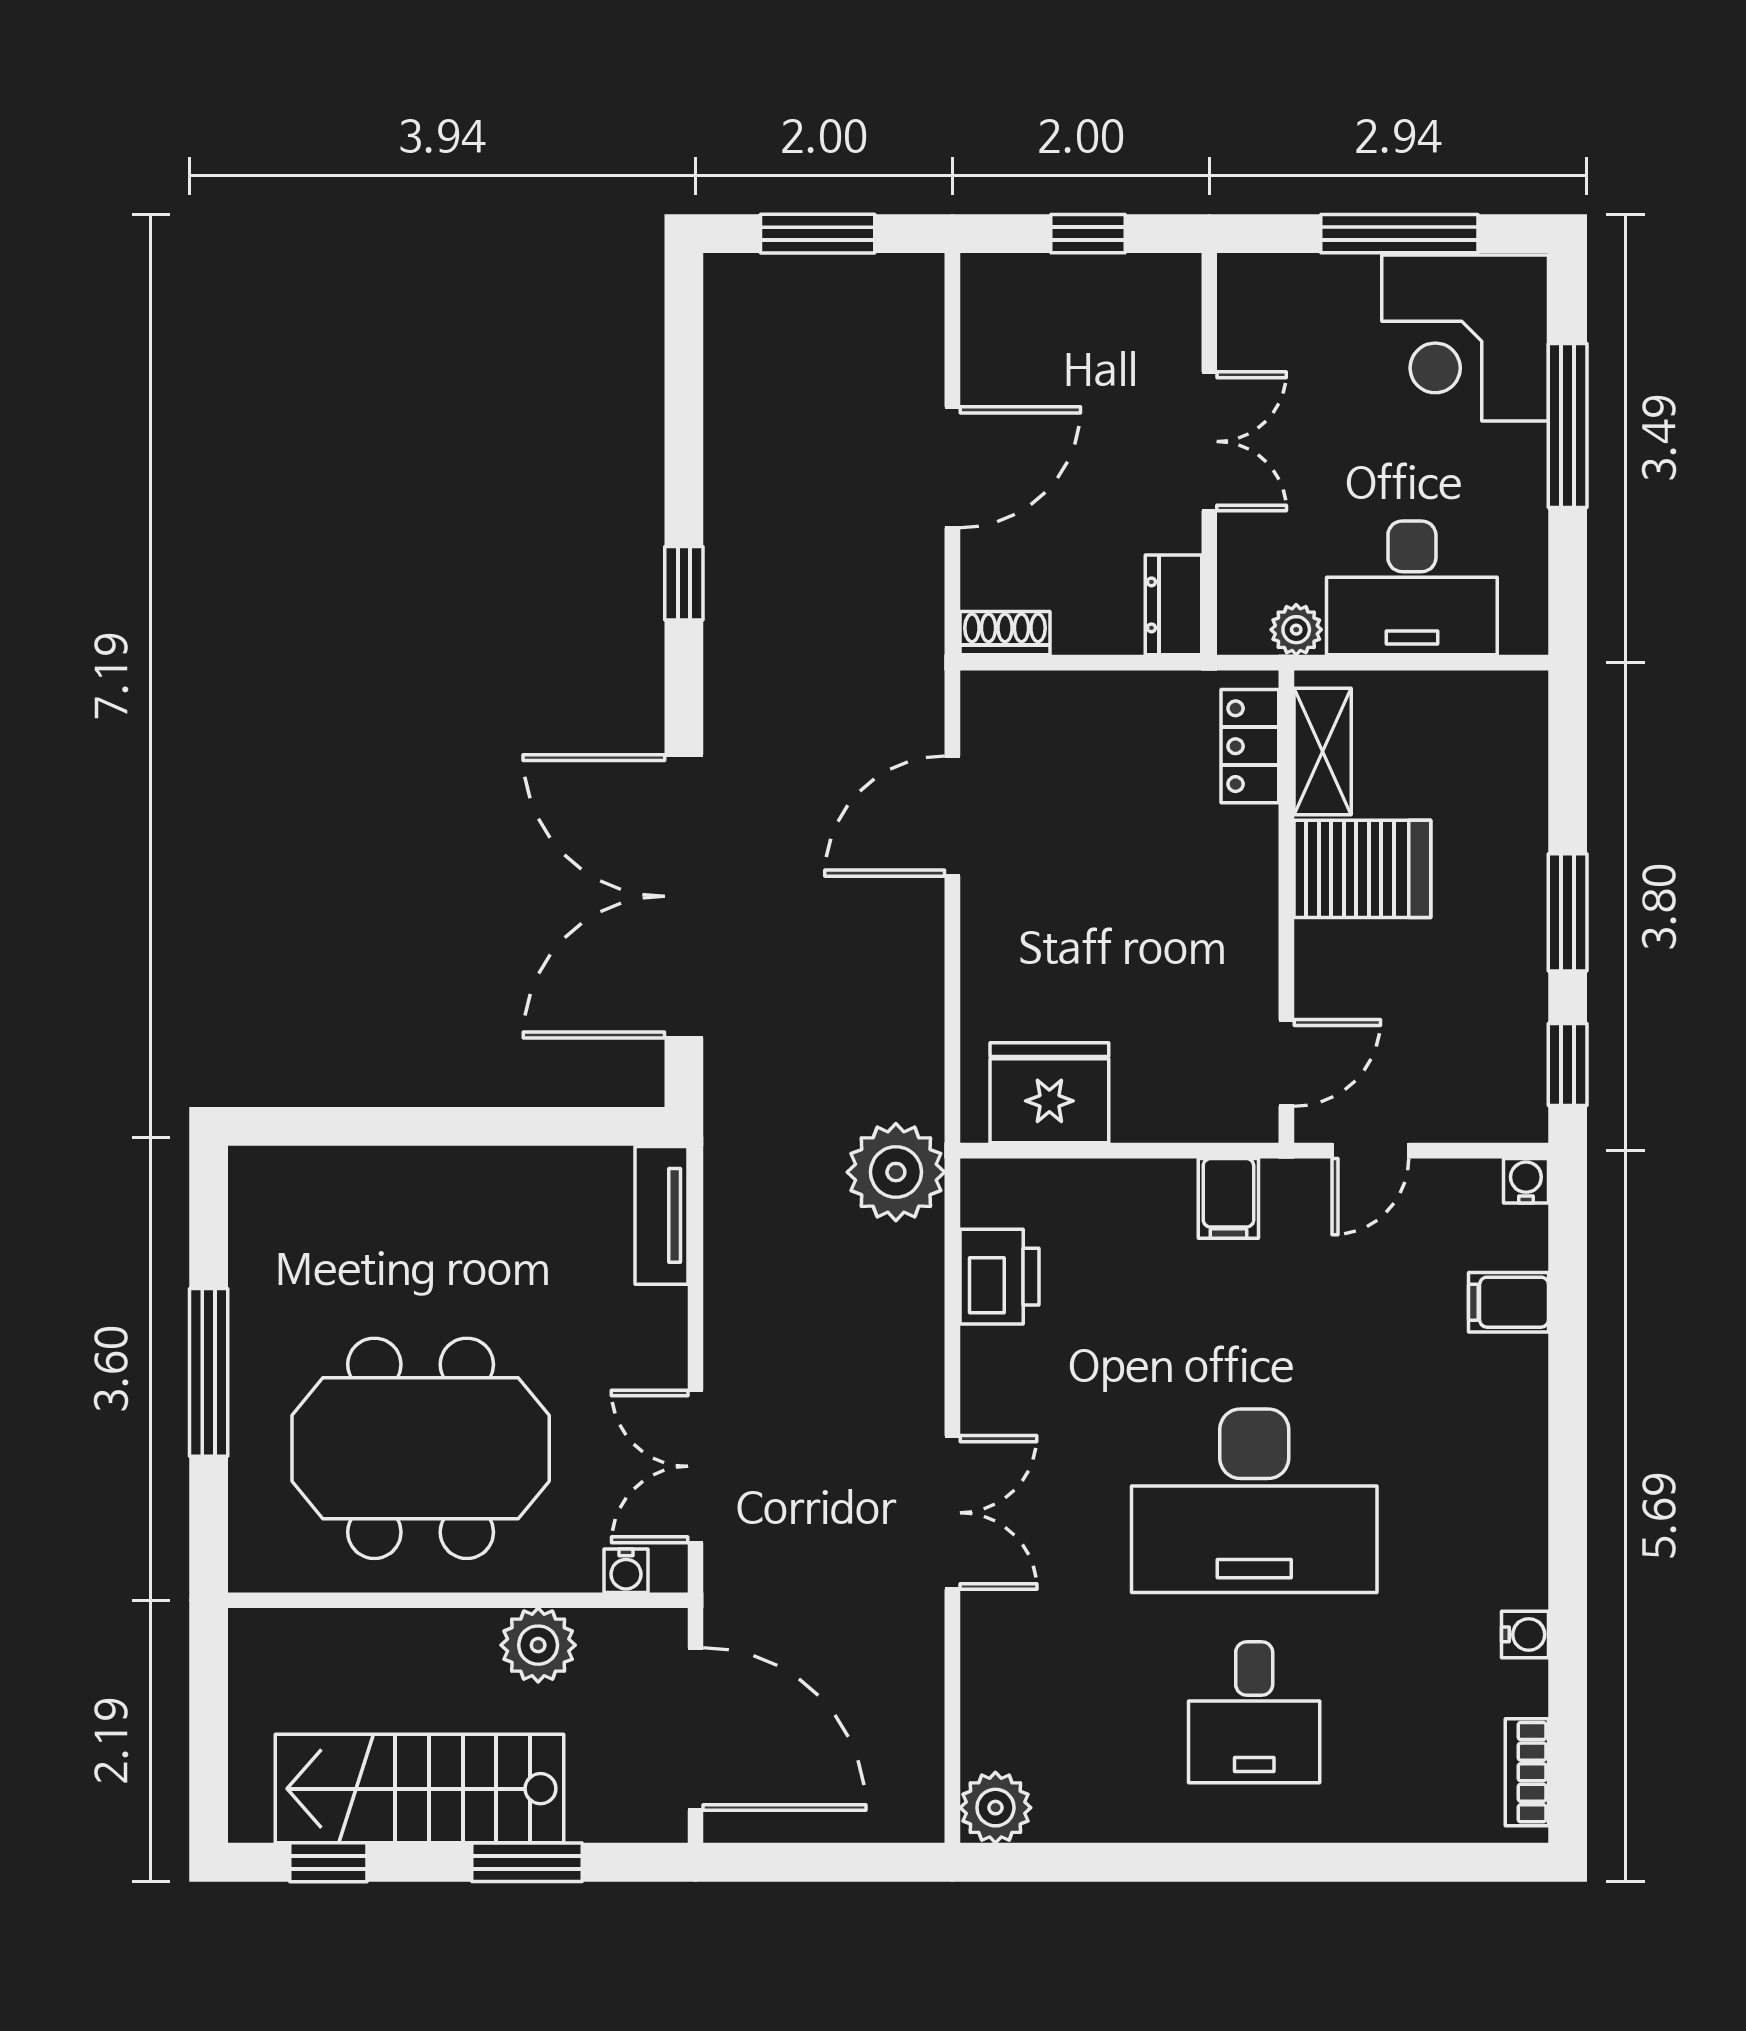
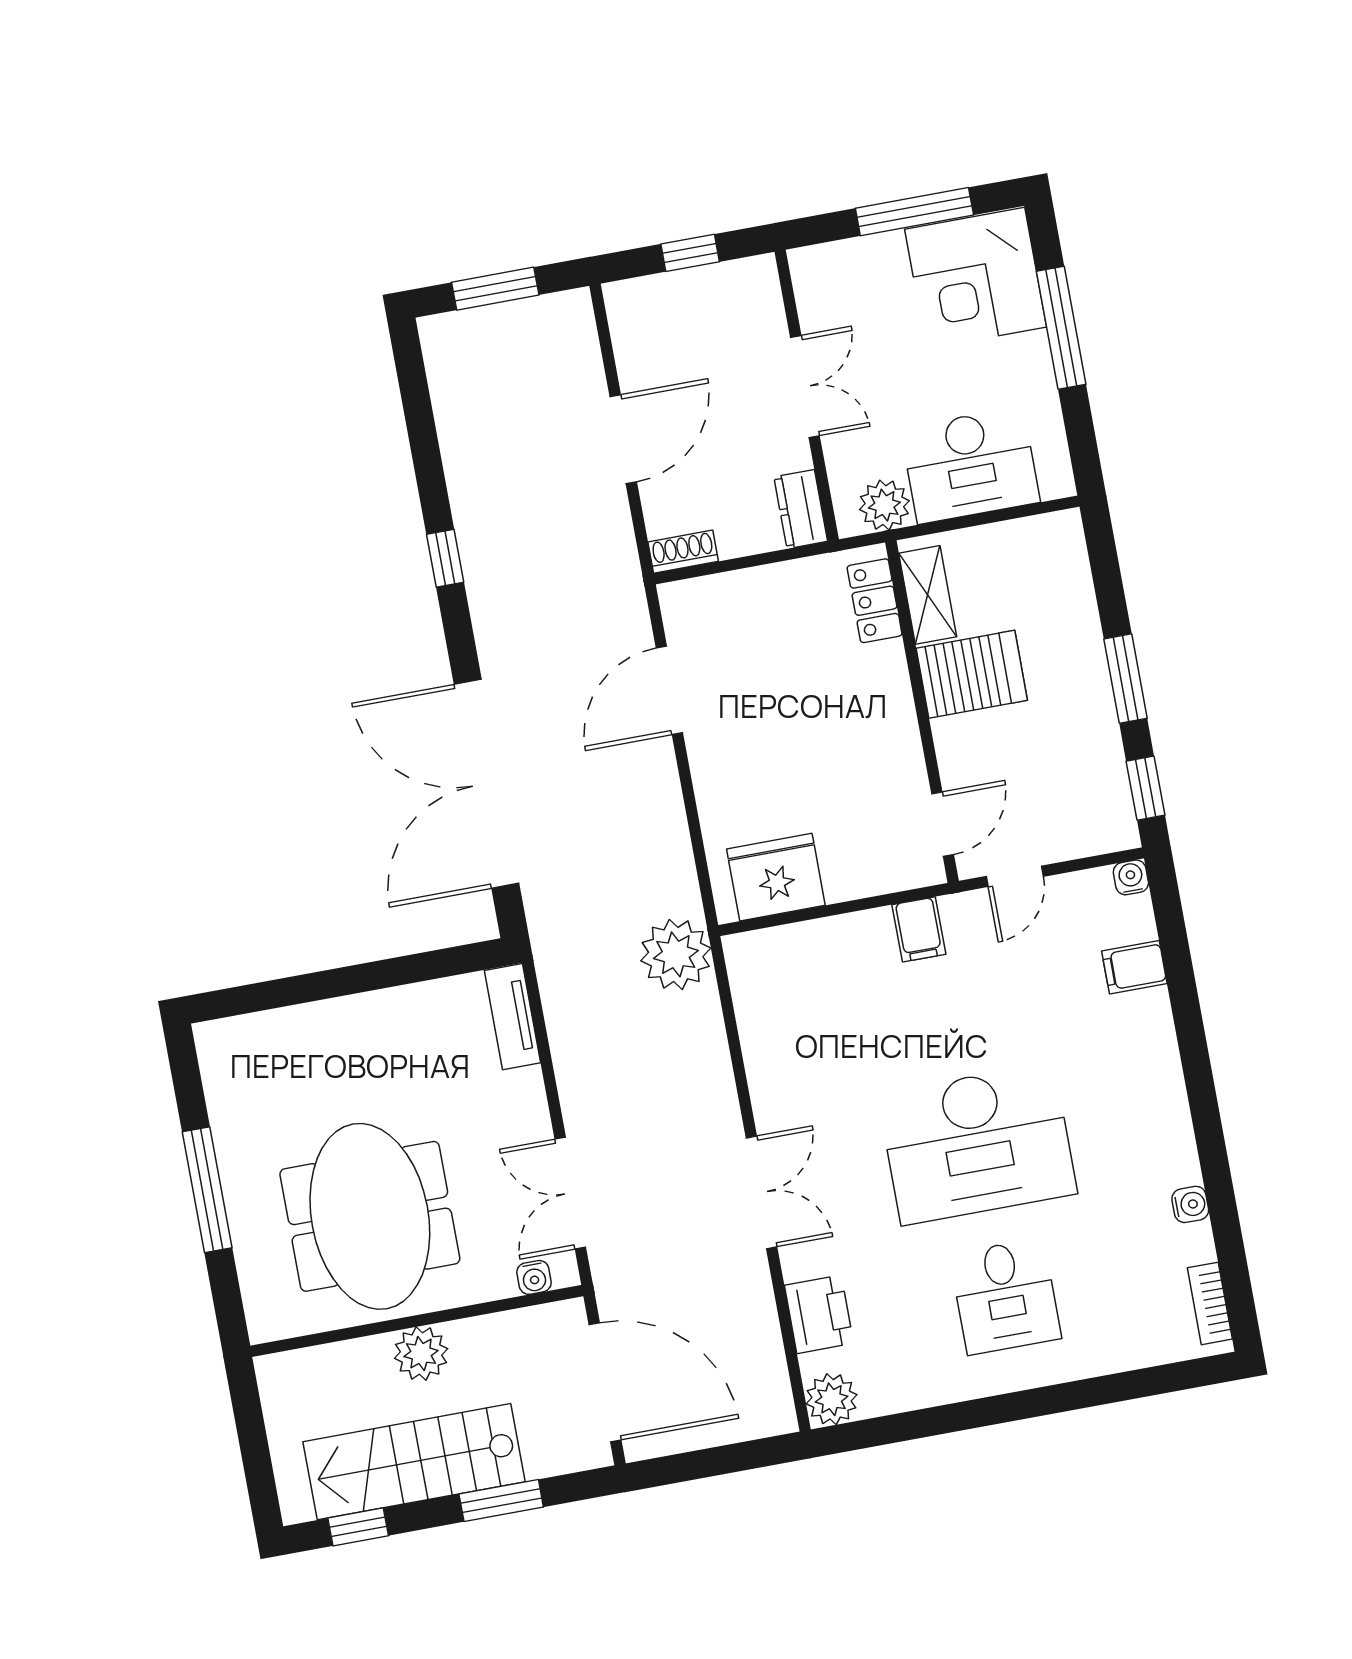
plant: (1296, 630) -> (884, 505), width x1.38, depth x1.38
printer: (999, 1277) -> (819, 1314), moved
meeting table: (421, 1448) -> (370, 1216), turned 90
plant: (538, 1645) -> (421, 1354), moved

